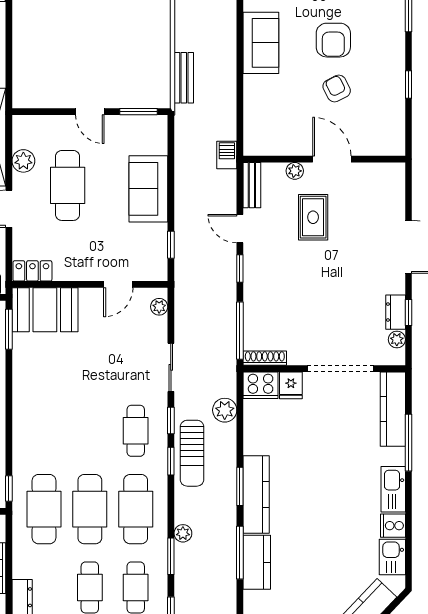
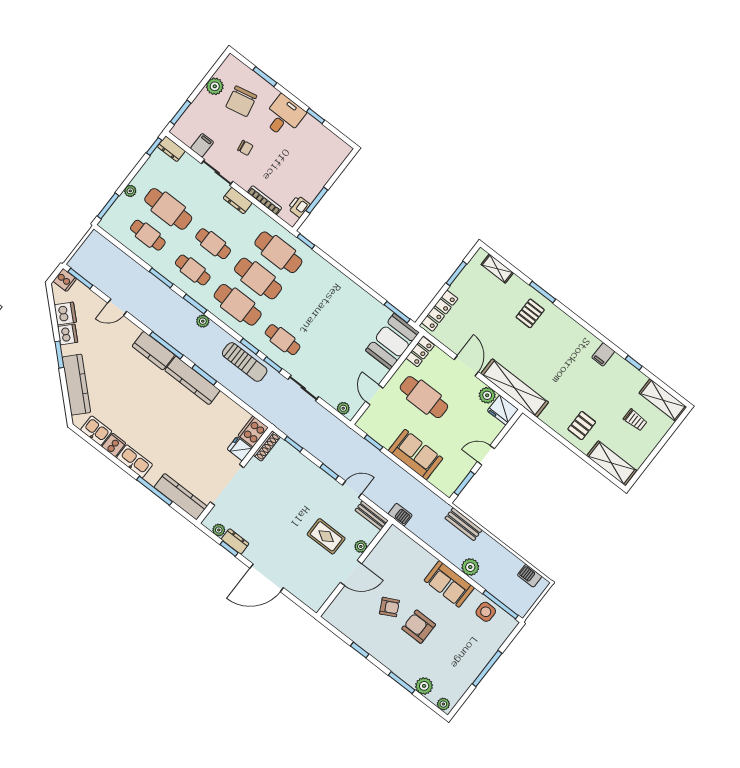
fridge: (26, 131) -> (503, 410), added
cafe table: (68, 185) -> (424, 397), moved
window: (240, 331) -> (294, 444), width x0.46
plant: (225, 410) -> (470, 567), moved
sun lounger: (192, 453) -> (245, 362), turned 180

